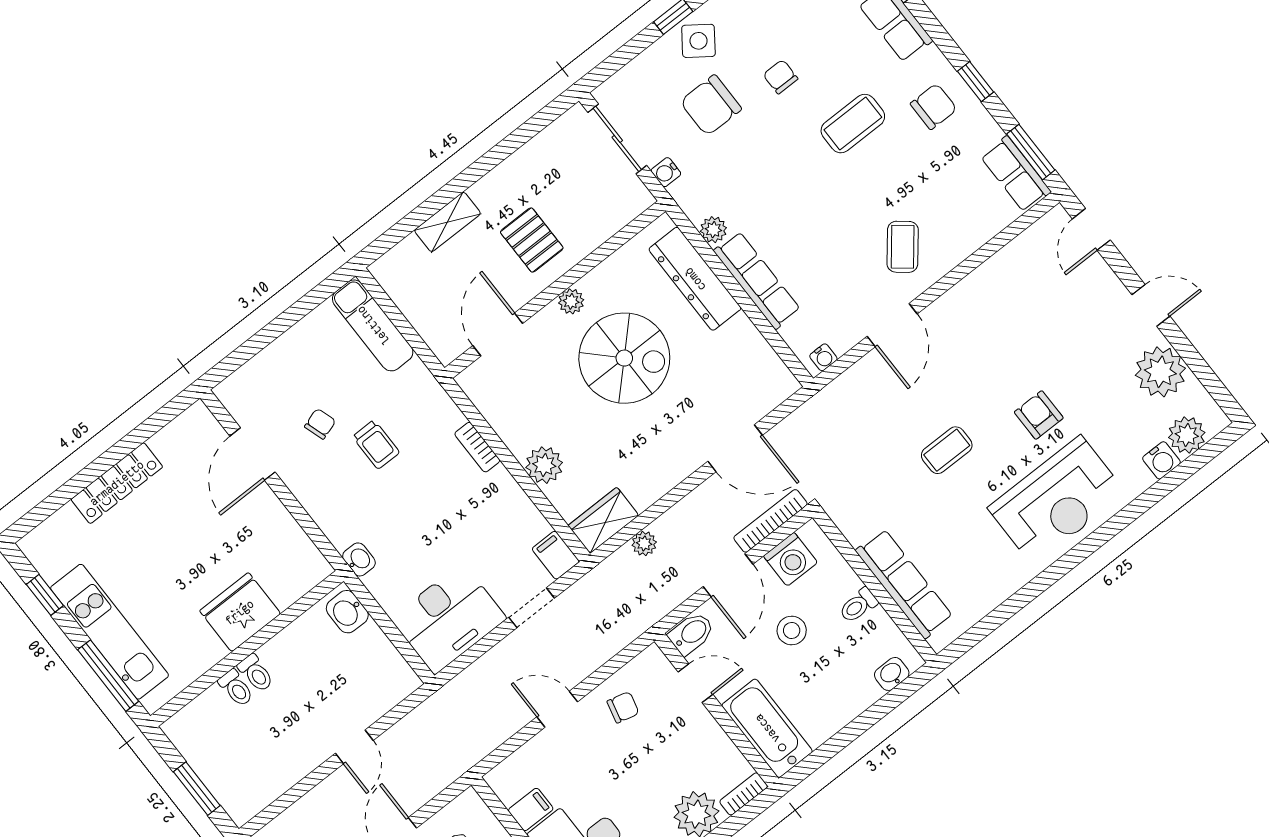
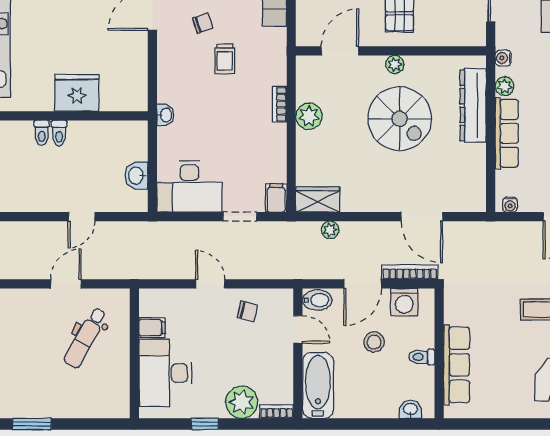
water cooler: (666, 172) -> (503, 58), moved
plant: (544, 465) -> (309, 116), moved
washbasin: (347, 612) -> (136, 176), moved

